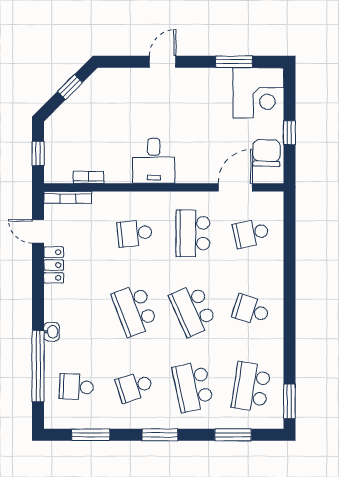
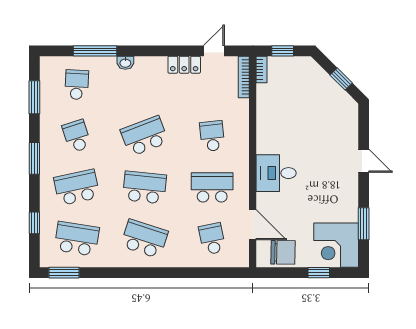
window: (289, 133) -> (319, 273), moved
desk: (154, 161) -> (276, 173), moved
bookcase: (89, 177) -> (262, 70), moved
school desk: (193, 310) -> (144, 187), turned 30
school desk: (251, 310) -> (144, 239), width x1.85
window: (38, 366) -> (95, 51), width x0.68
window: (233, 435) -> (34, 223), width x0.67

